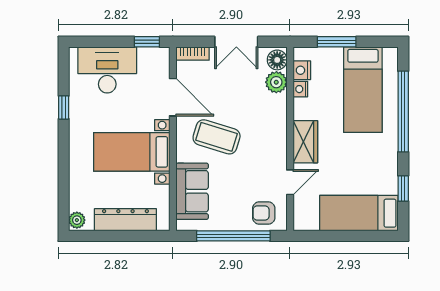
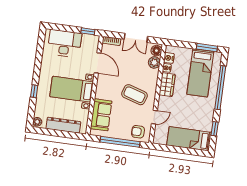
window: (337, 42) -> (207, 48), moved
window: (64, 107) -> (34, 91), moved
coffee table: (217, 137) -> (134, 95), moved
wardrobe: (305, 142) -> (167, 85), moved

